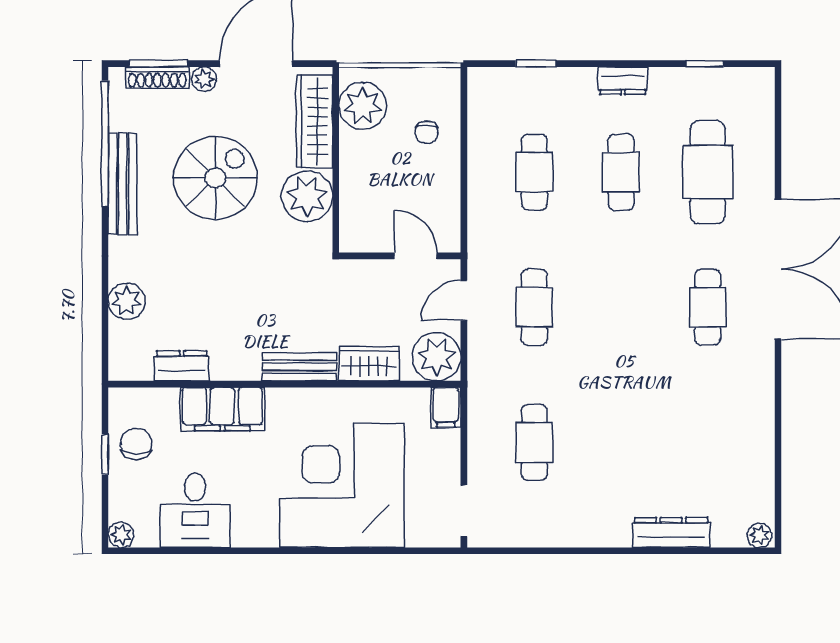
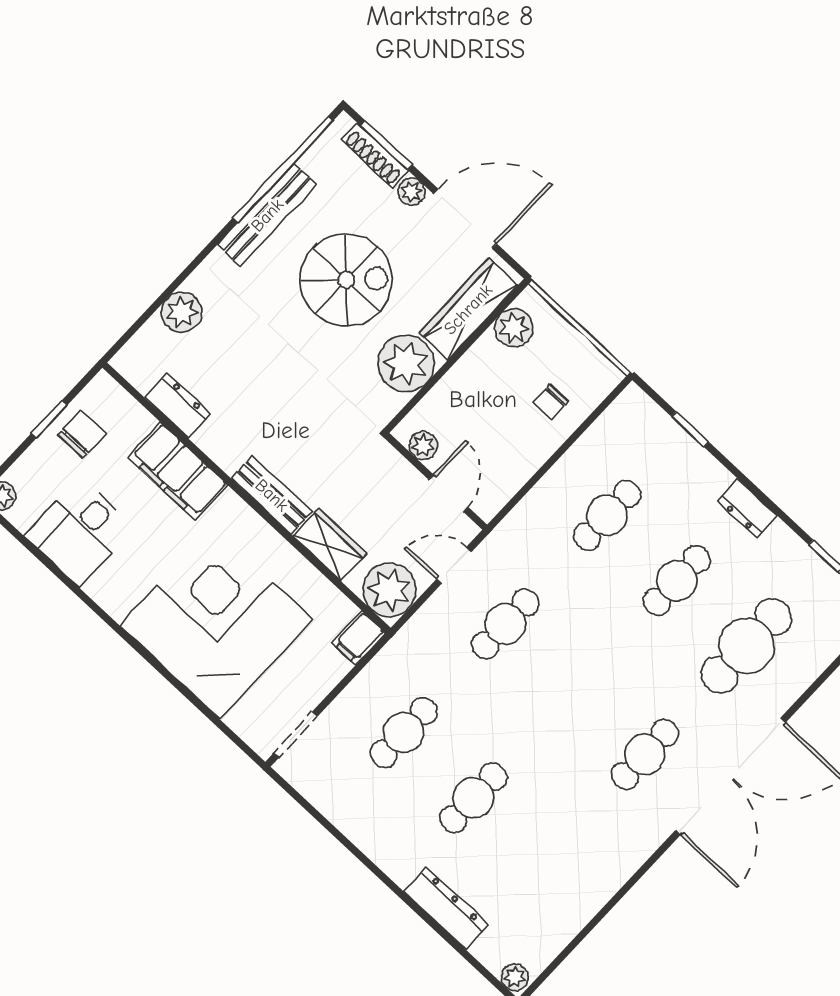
plant: (363, 106) -> (514, 328), width x0.73, depth x0.73
plant: (369, 240) -> (423, 446), added
cafe table: (621, 442) -> (473, 798), added

